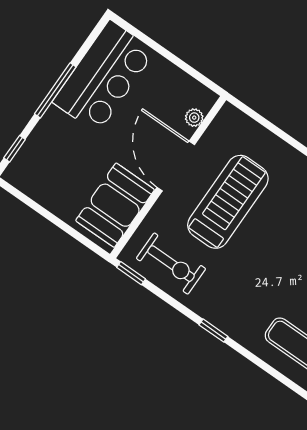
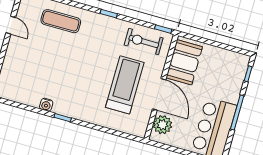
plant: (194, 118) -> (162, 125), width x1.87, depth x1.87
treadmill: (228, 202) -> (125, 85), turned 180

